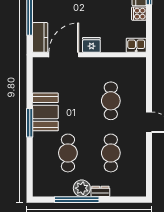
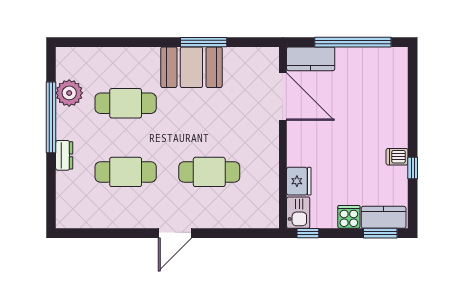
window: (149, 39) -> (308, 233), added
fridge: (91, 45) -> (299, 181), moved
window: (30, 123) -> (204, 42), moved
plant: (82, 188) -> (69, 93), moved

